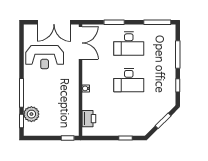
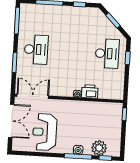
reception desk: (45, 57) -> (45, 132), turned 180
desk: (129, 80) -> (107, 54), moved
water cooler: (28, 93) -> (78, 150), added
printer: (89, 119) -> (90, 91), moved

